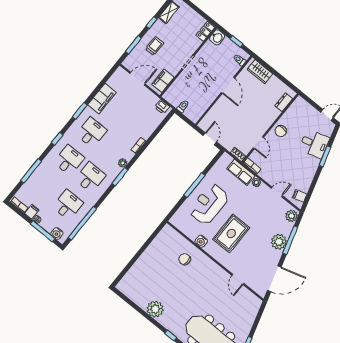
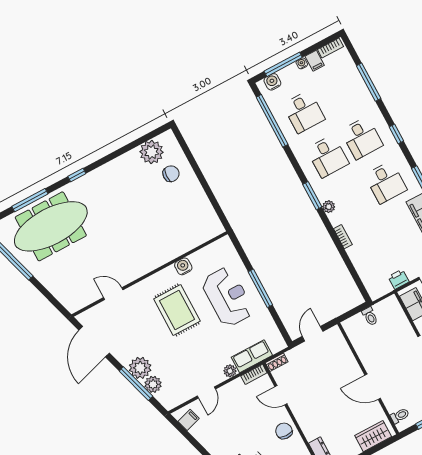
printer: (162, 107) -> (399, 279), moved
door: (210, 139) -> (313, 334), swing flipped
plant: (291, 216) -> (153, 384), moved
chair: (185, 259) -> (171, 174), moved
plant: (155, 309) -> (152, 152), moved

